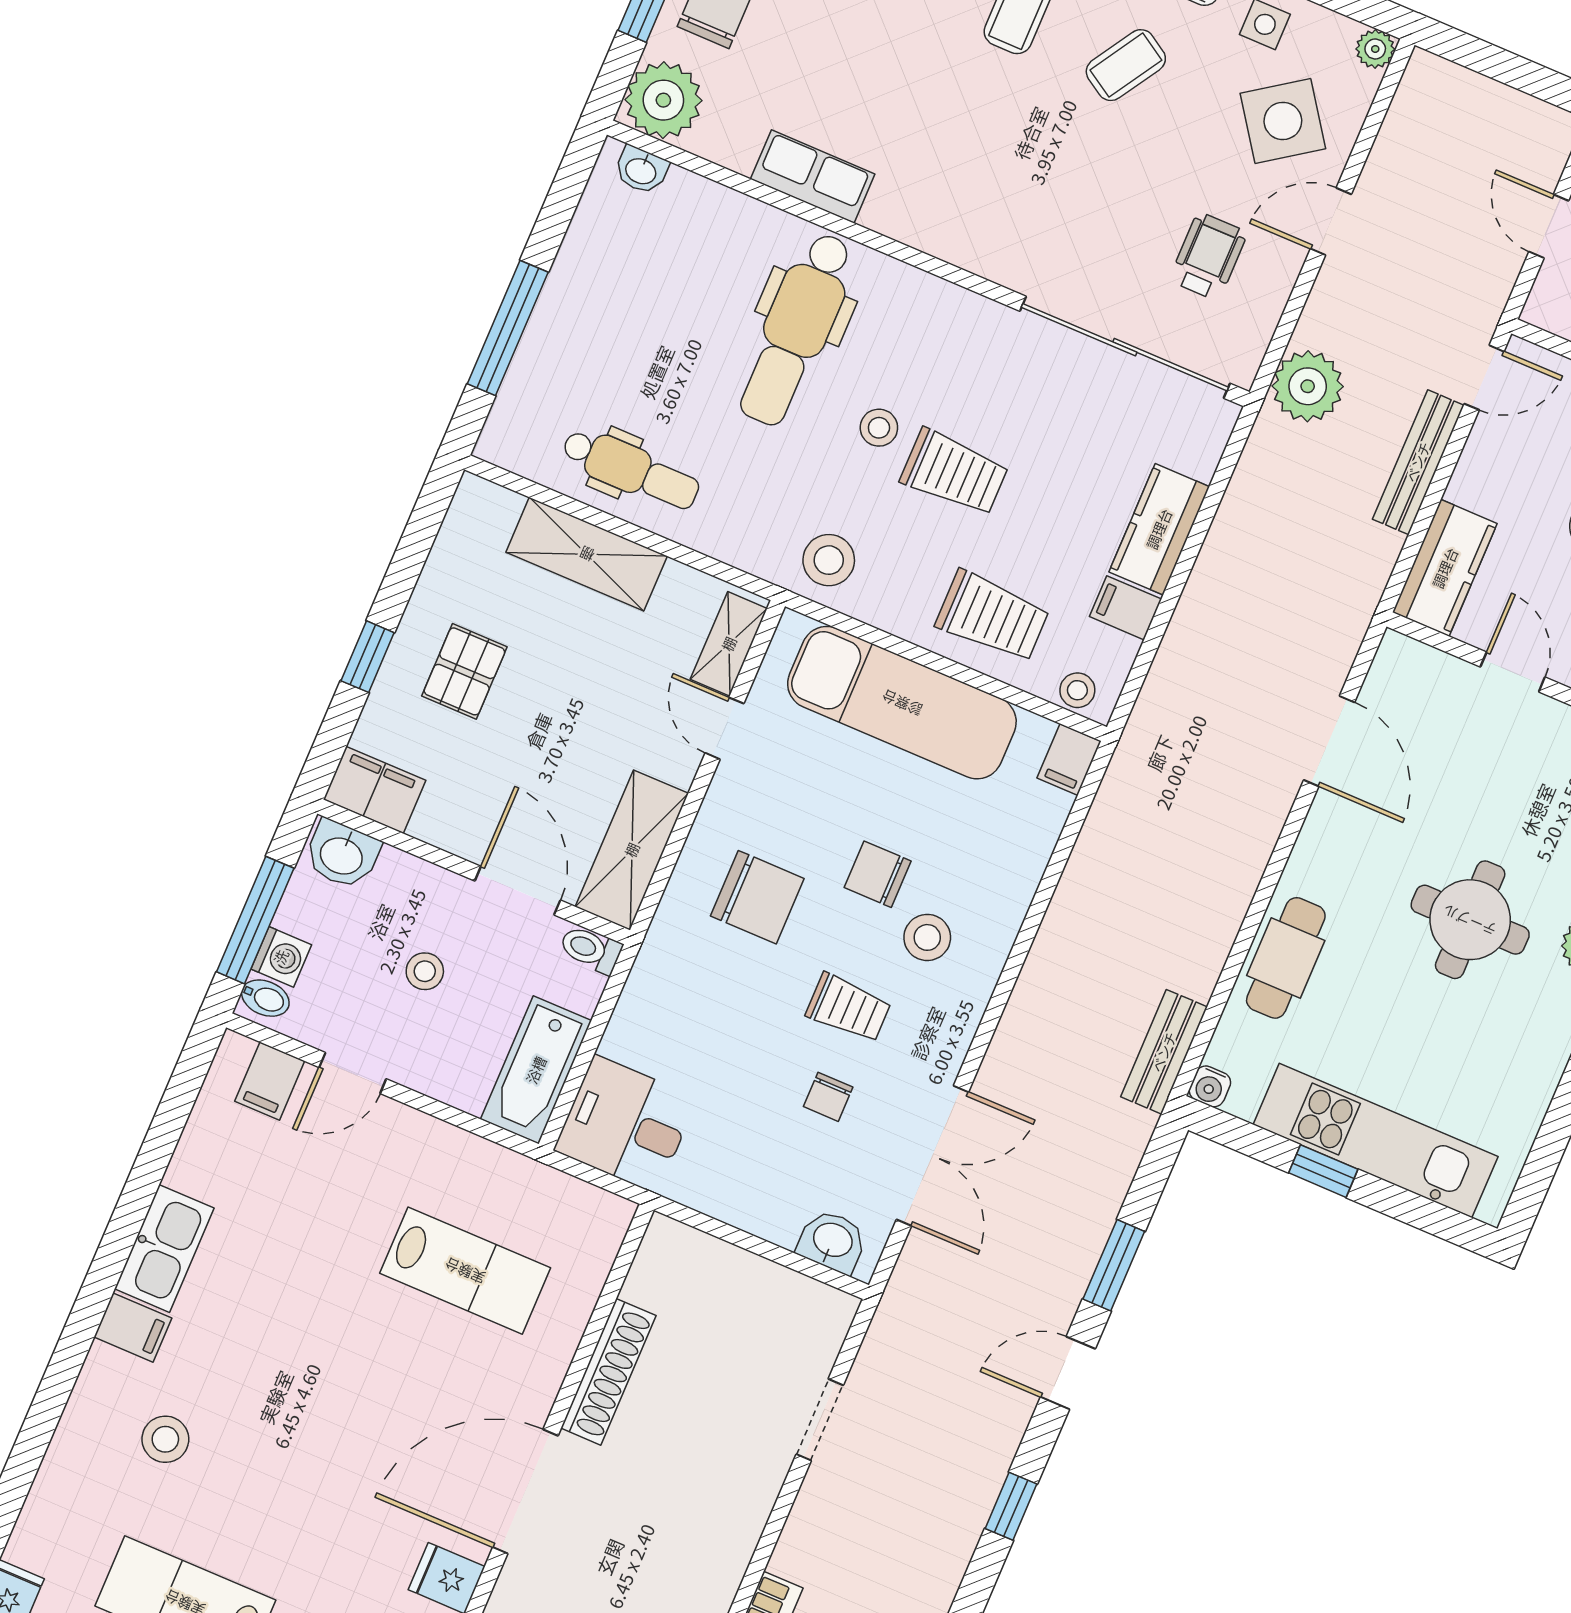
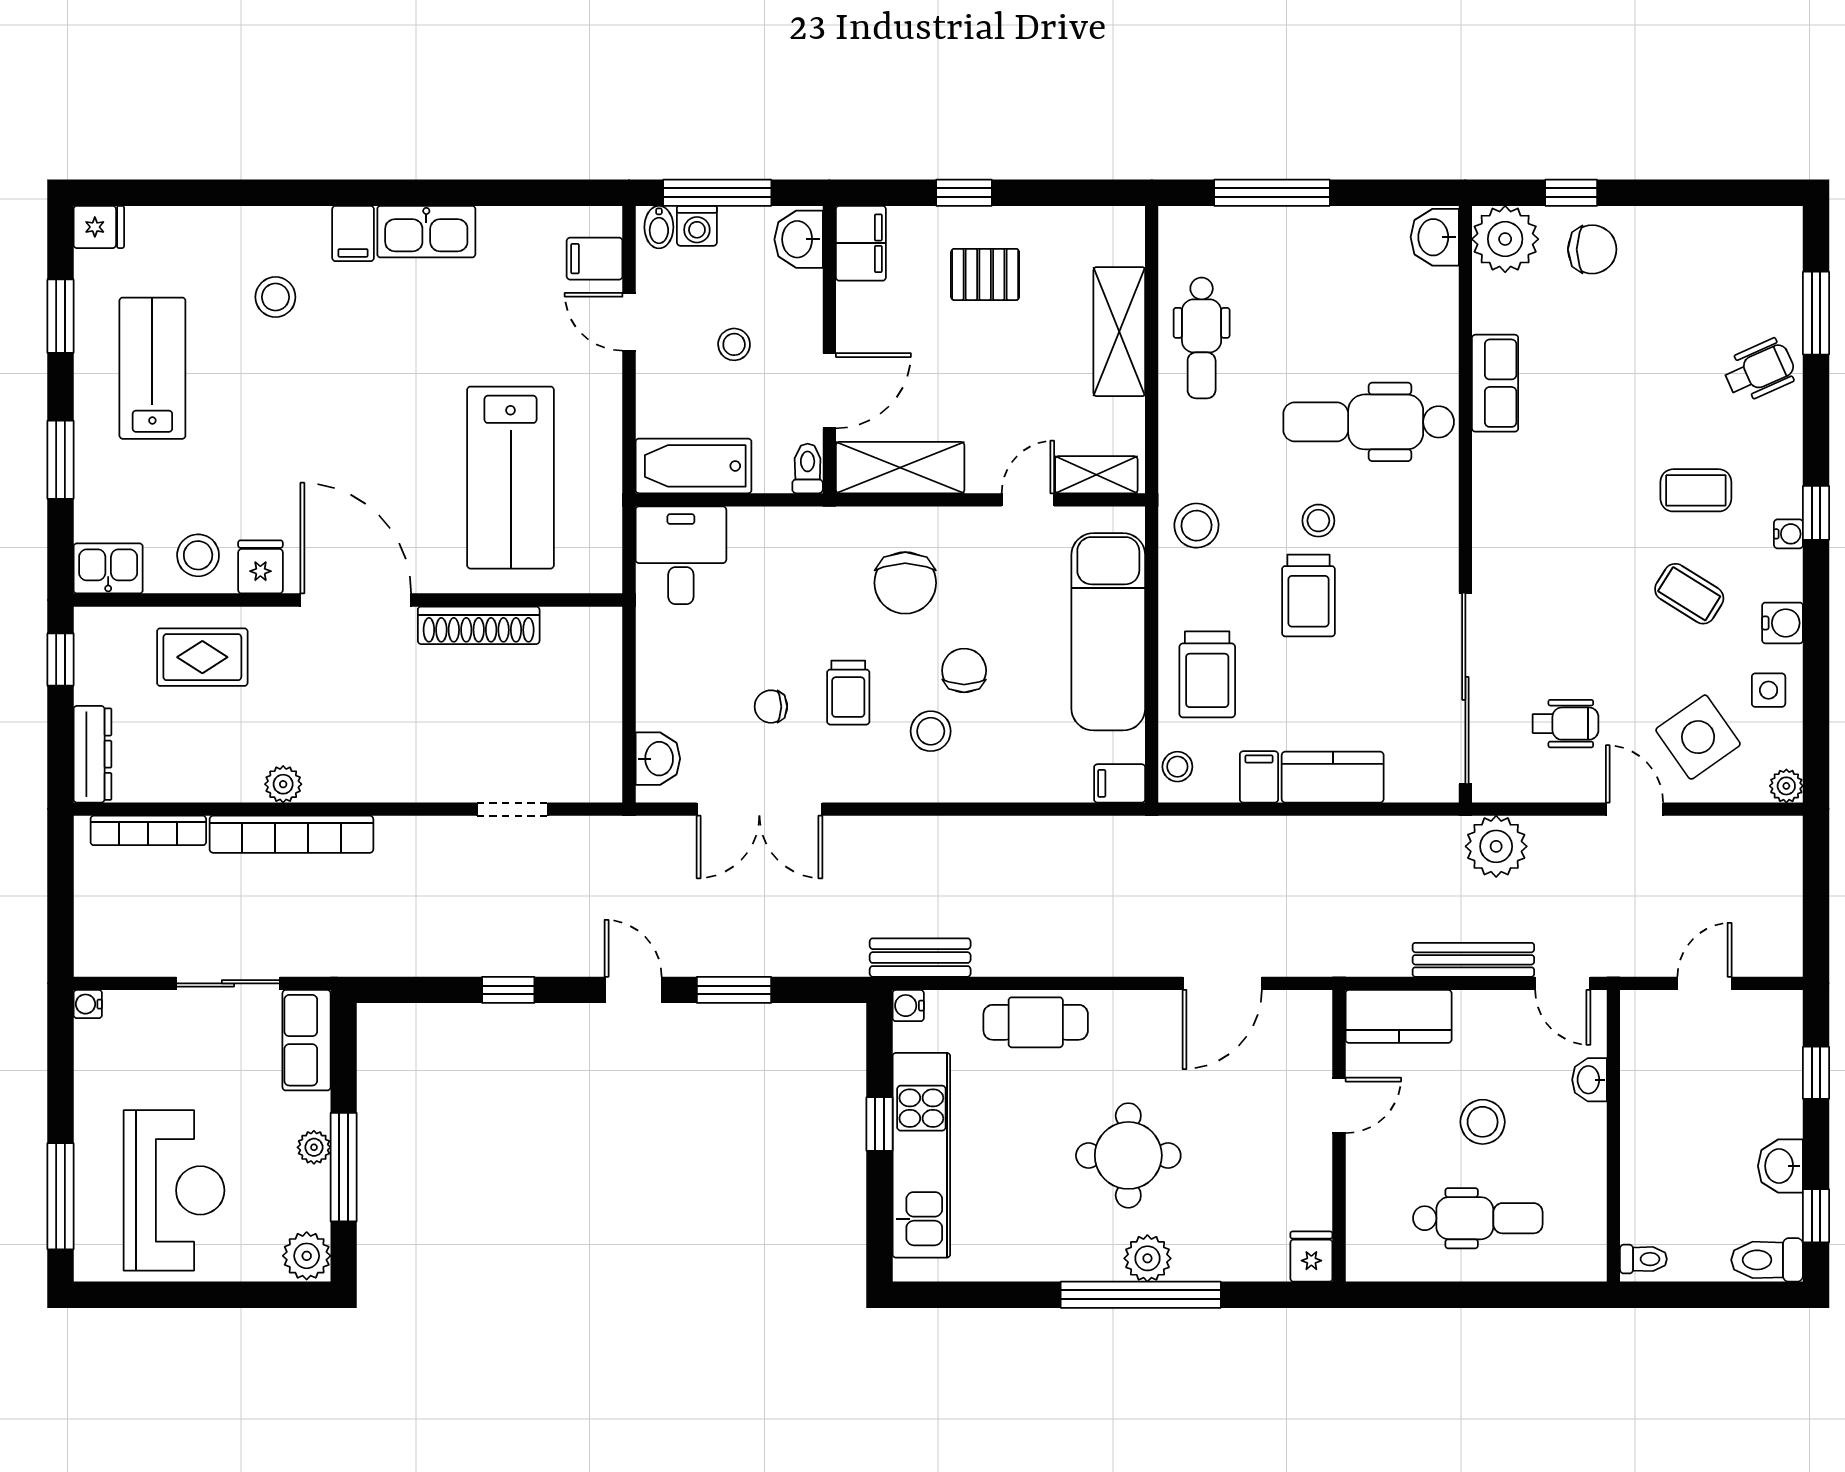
washbasin: (641, 170) -> (1435, 237), width x1.38, depth x1.45
lab bench: (465, 1271) -> (511, 478), width x1.36, depth x1.39

